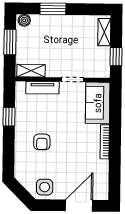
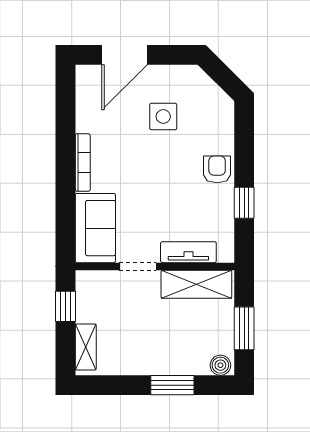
shelving: (31, 71) -> (196, 284), width x1.50, depth x1.33
armchair: (42, 142) -> (217, 169), moved
side table: (45, 187) -> (163, 116), moved

